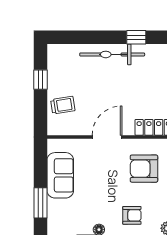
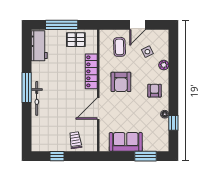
window: (136, 37) -> (27, 87), width x2.17
bicycle: (112, 54) -> (37, 98), width x0.73, depth x0.71
door: (107, 137) -> (98, 108), hinge flipped

